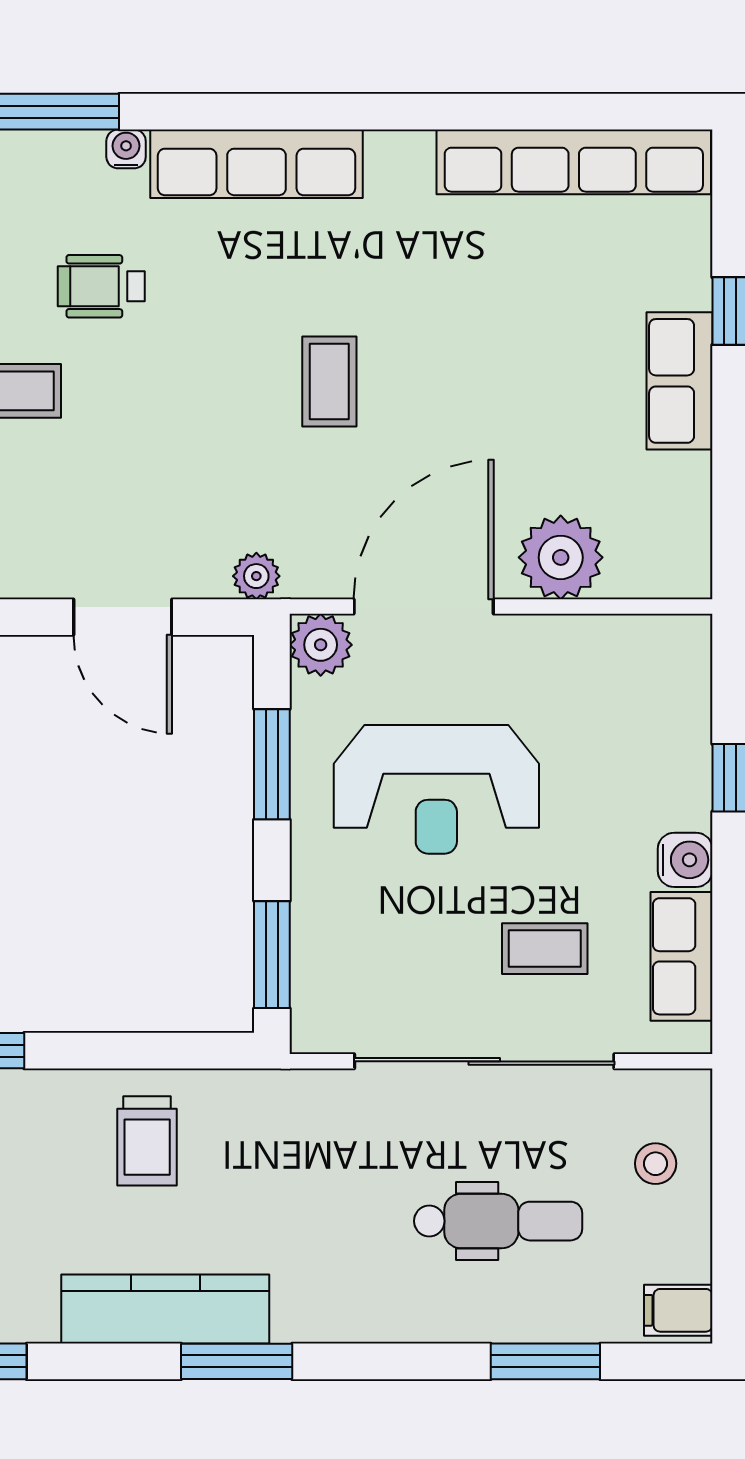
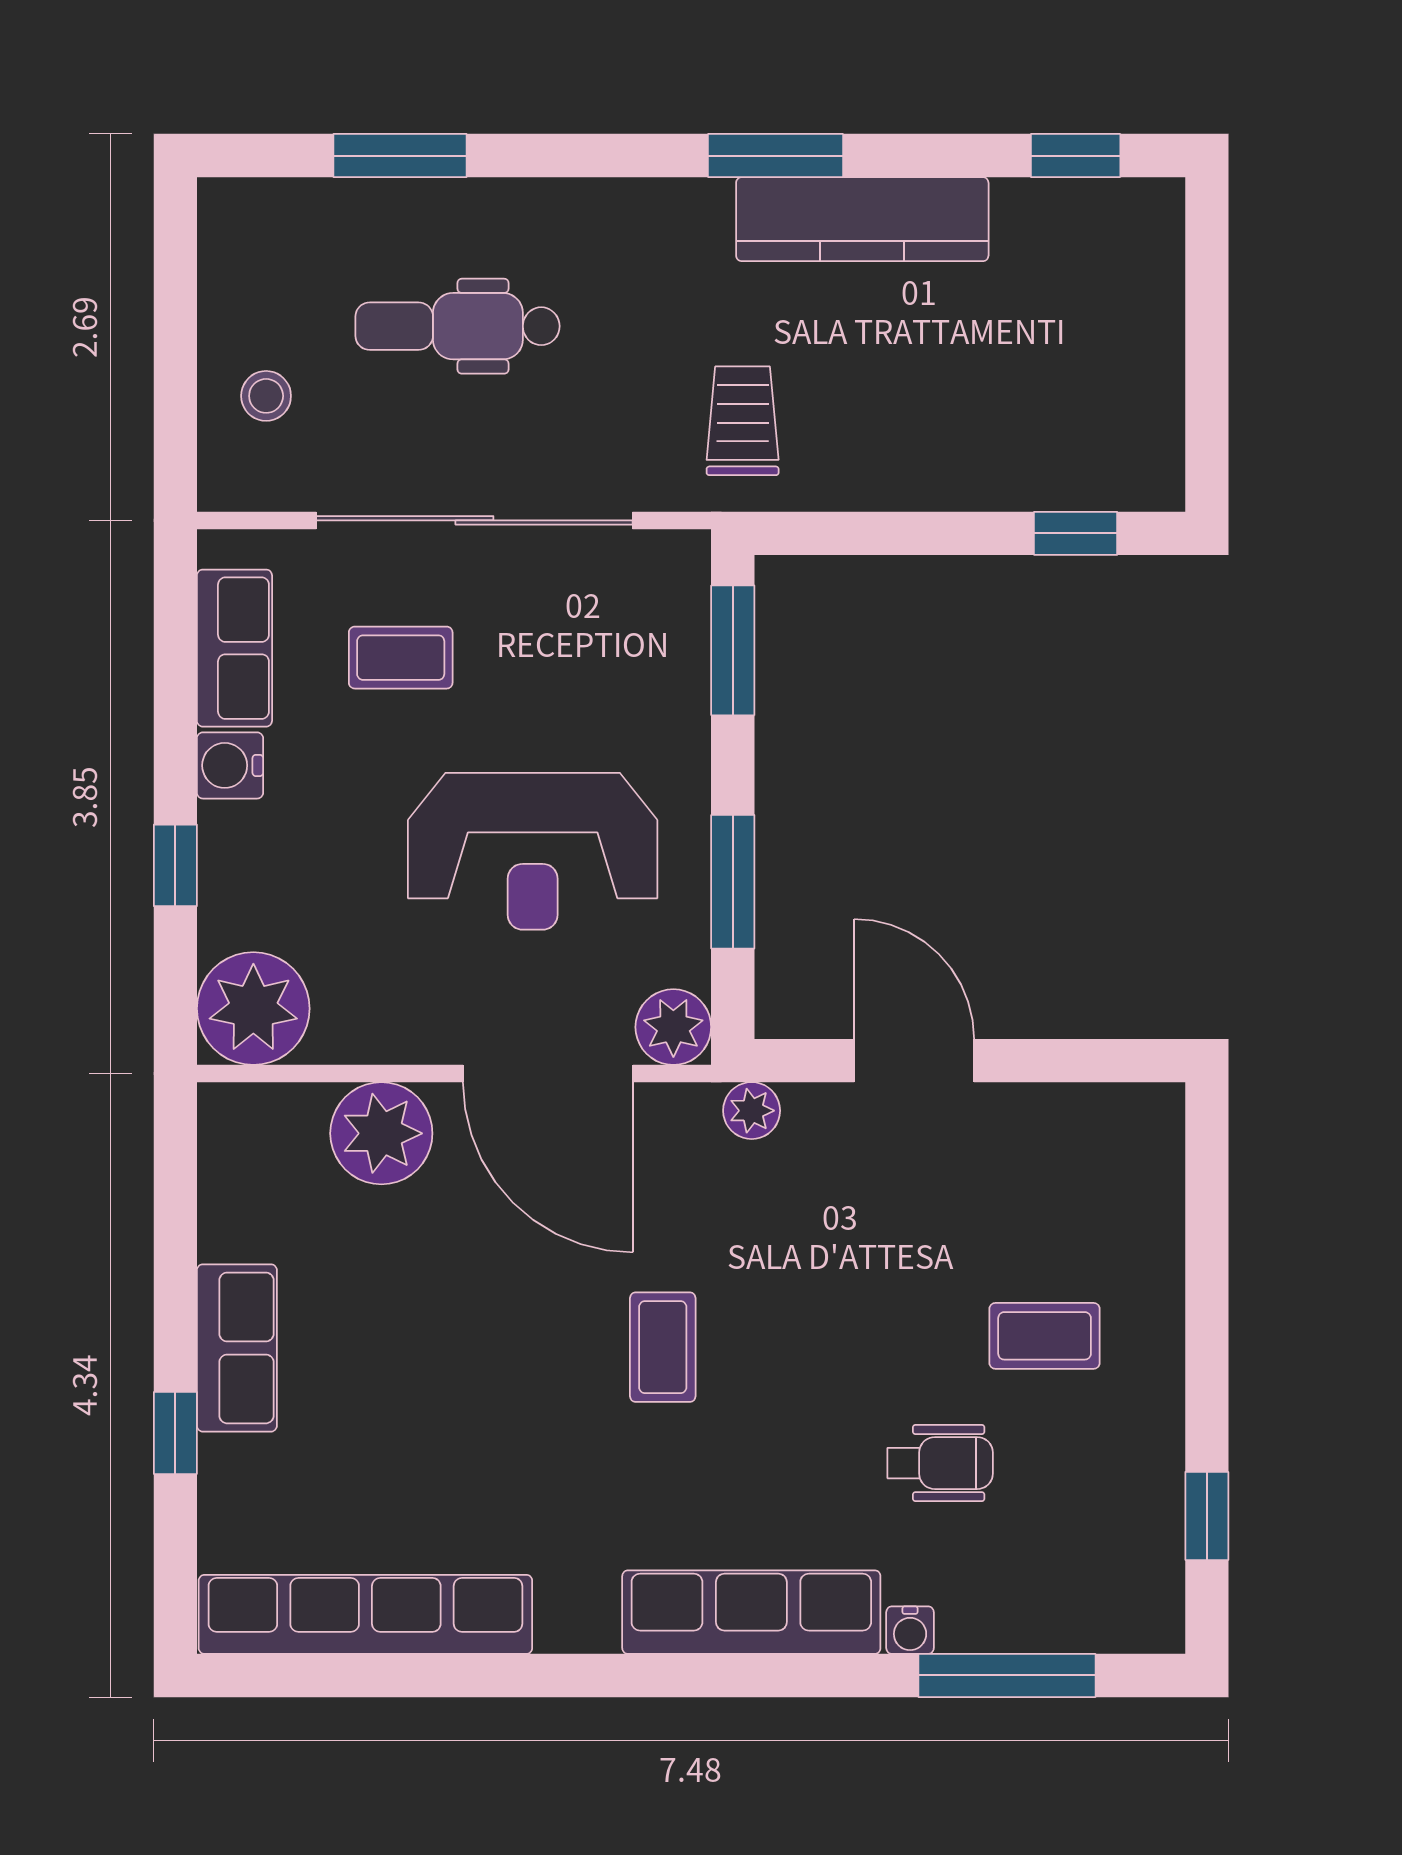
door: (424, 607) -> (548, 1074), hinge flipped
plant: (666, 660) -> (253, 1009), added
reception desk: (436, 789) -> (533, 851), turned 180
trolley: (147, 1141) -> (743, 421), moved
filing cabinet: (678, 1310) -> (238, 218), removed

